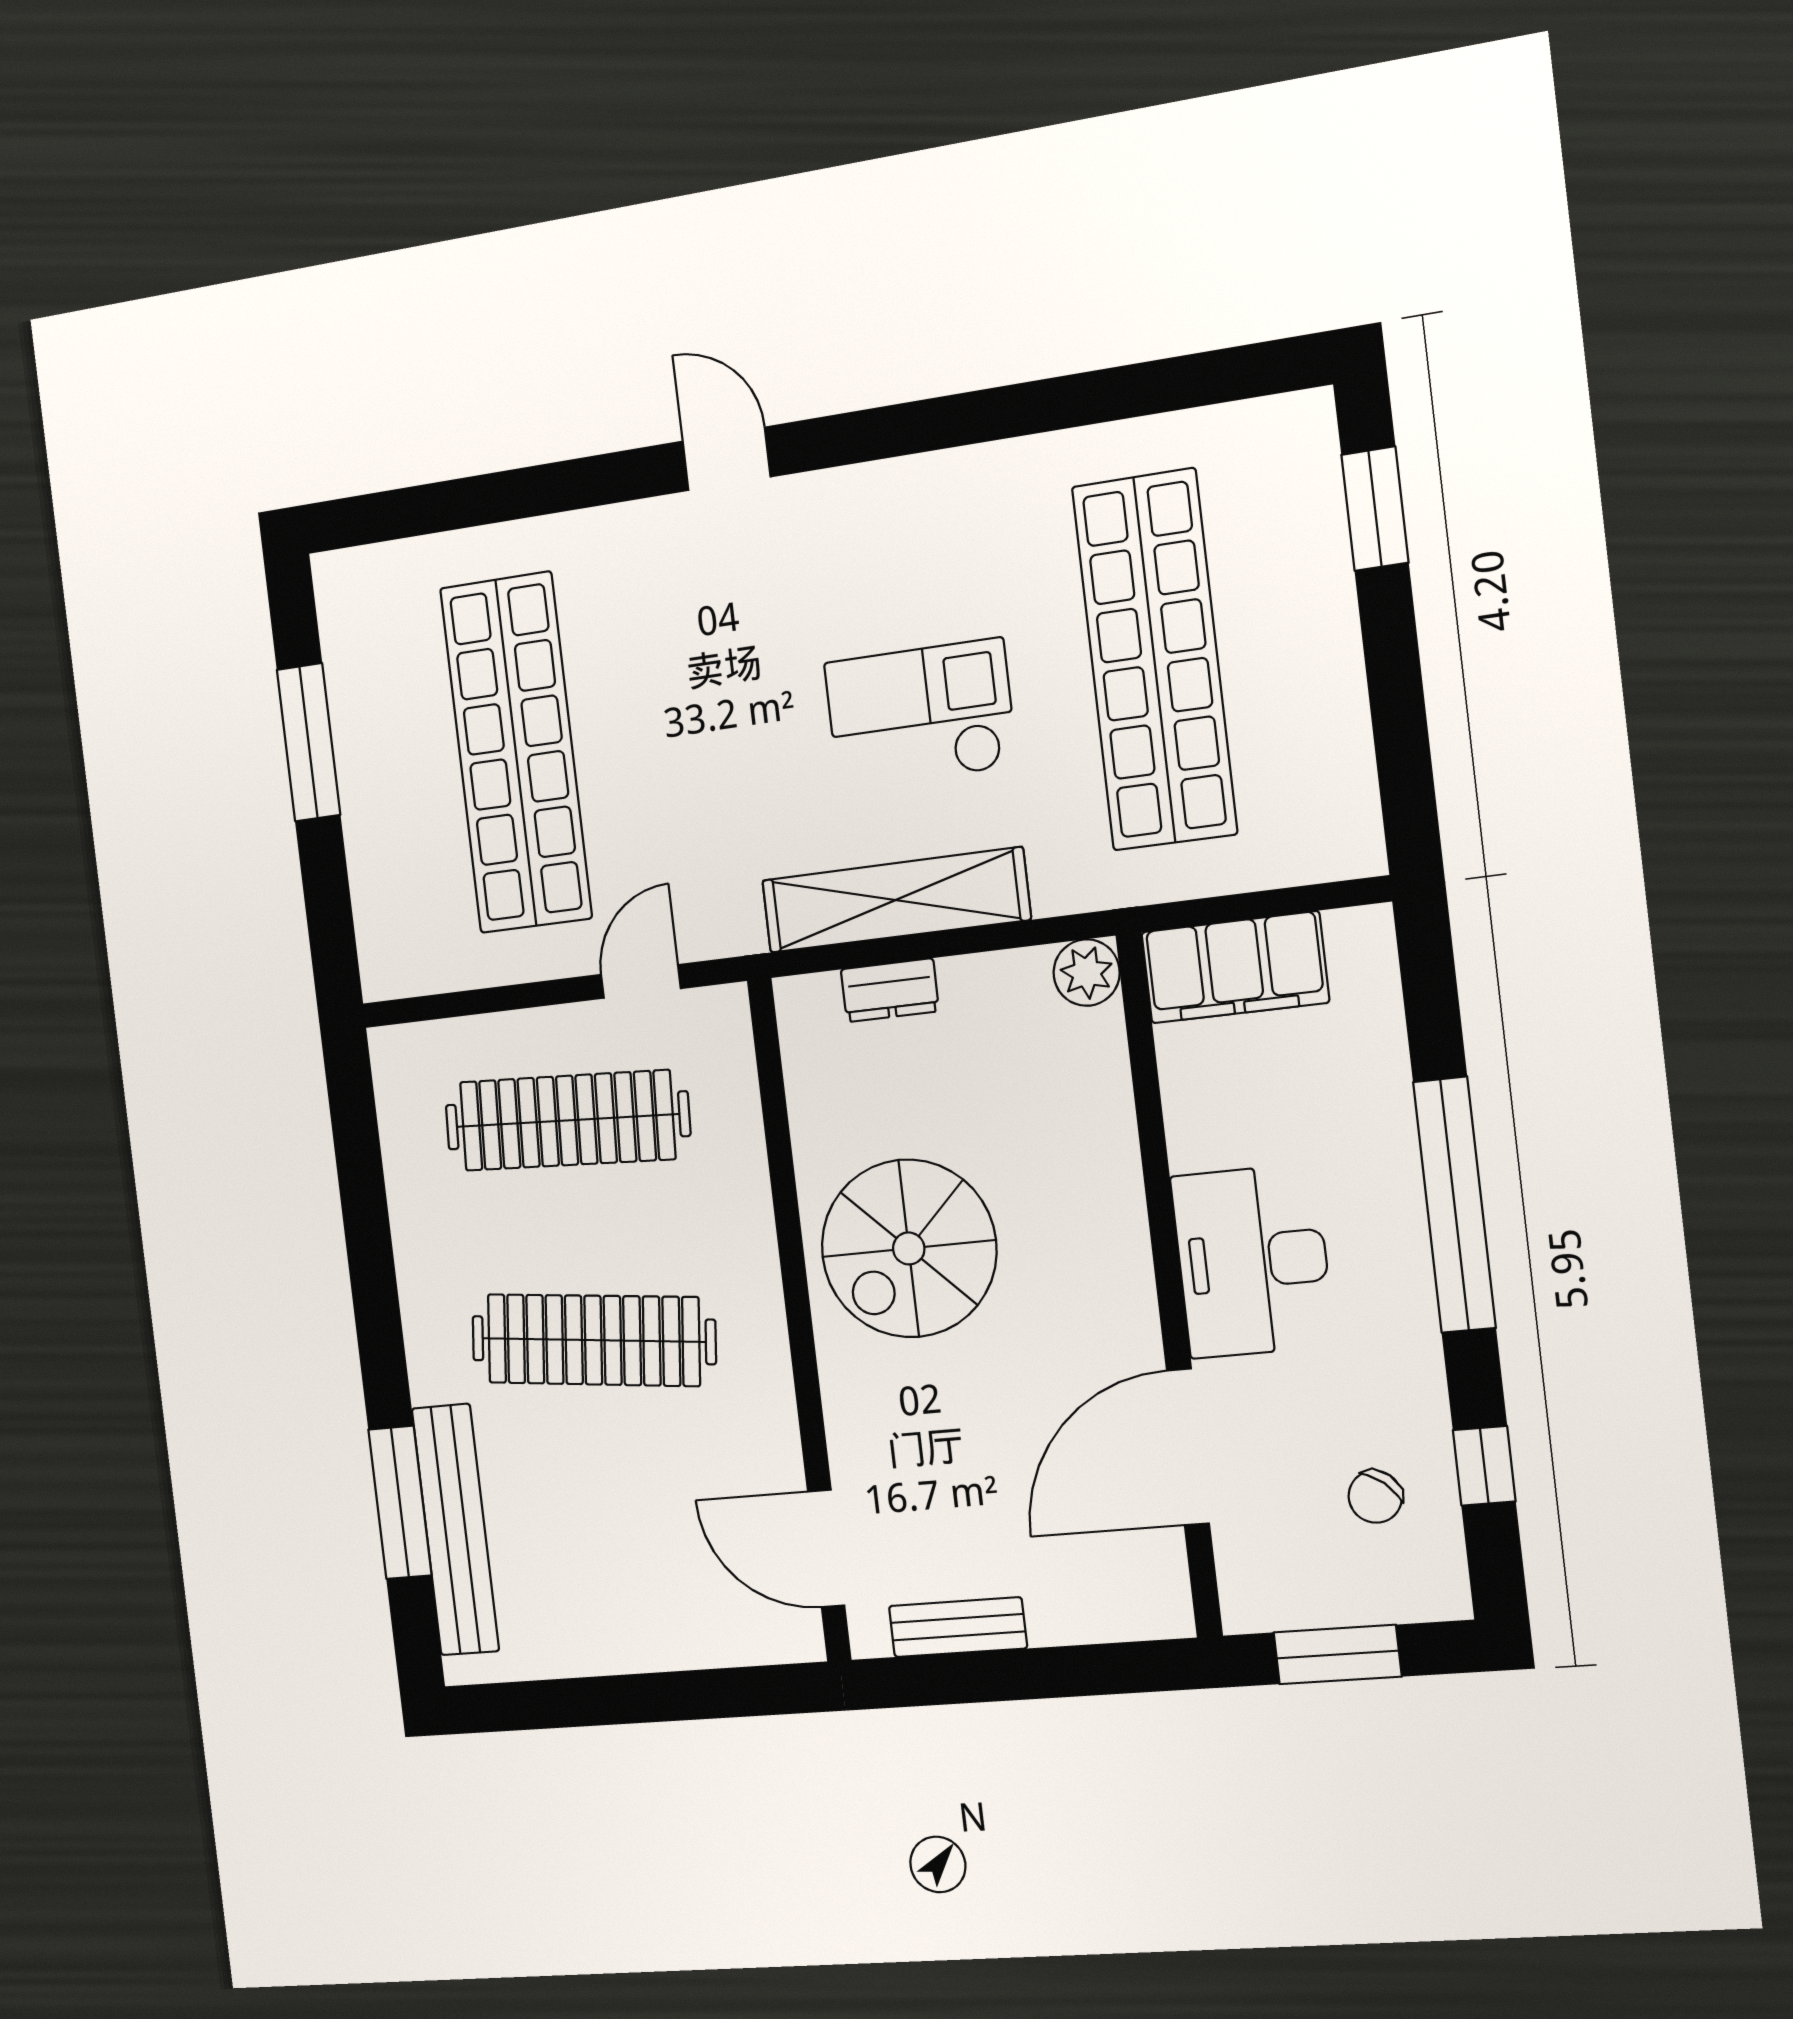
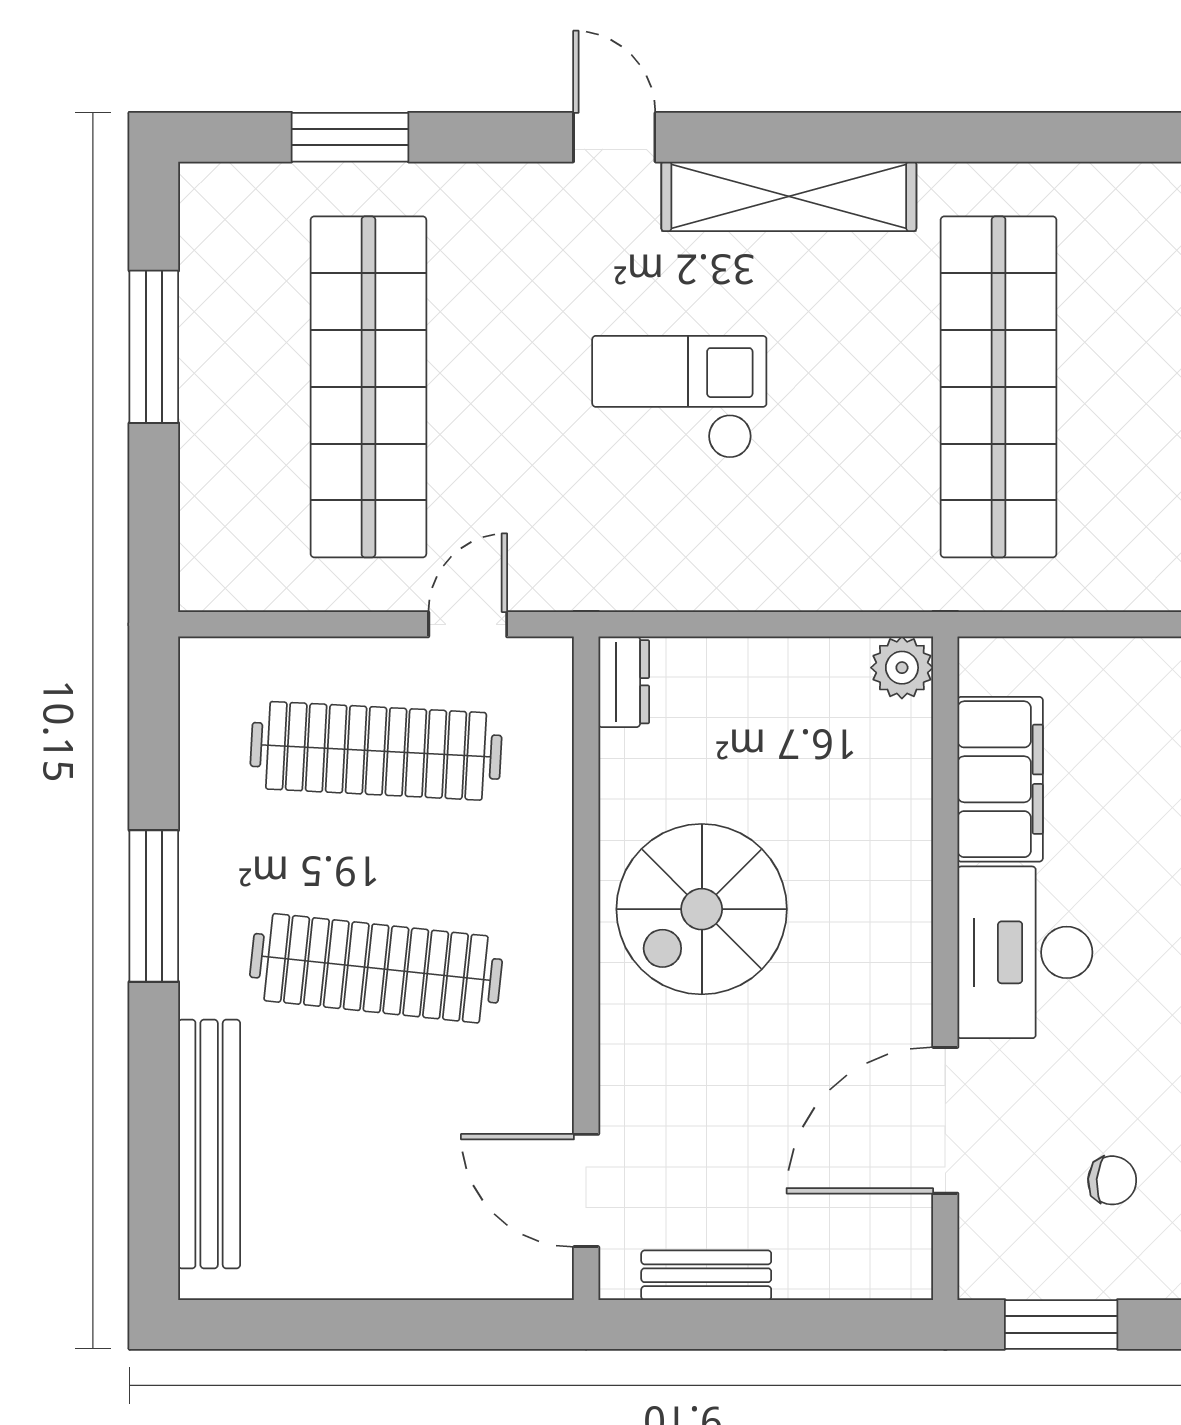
window: (468, 502) -> (350, 137), added
checkout: (920, 714) -> (679, 397), moved
shelving: (895, 900) -> (789, 196), moved
filing cabinet: (1235, 967) -> (1000, 779), moved, turned -90
dresser: (890, 990) -> (624, 682), moved, turned -90
chair: (1375, 1497) -> (1112, 1180), turned -126
window: (400, 1502) -> (154, 906), moved

